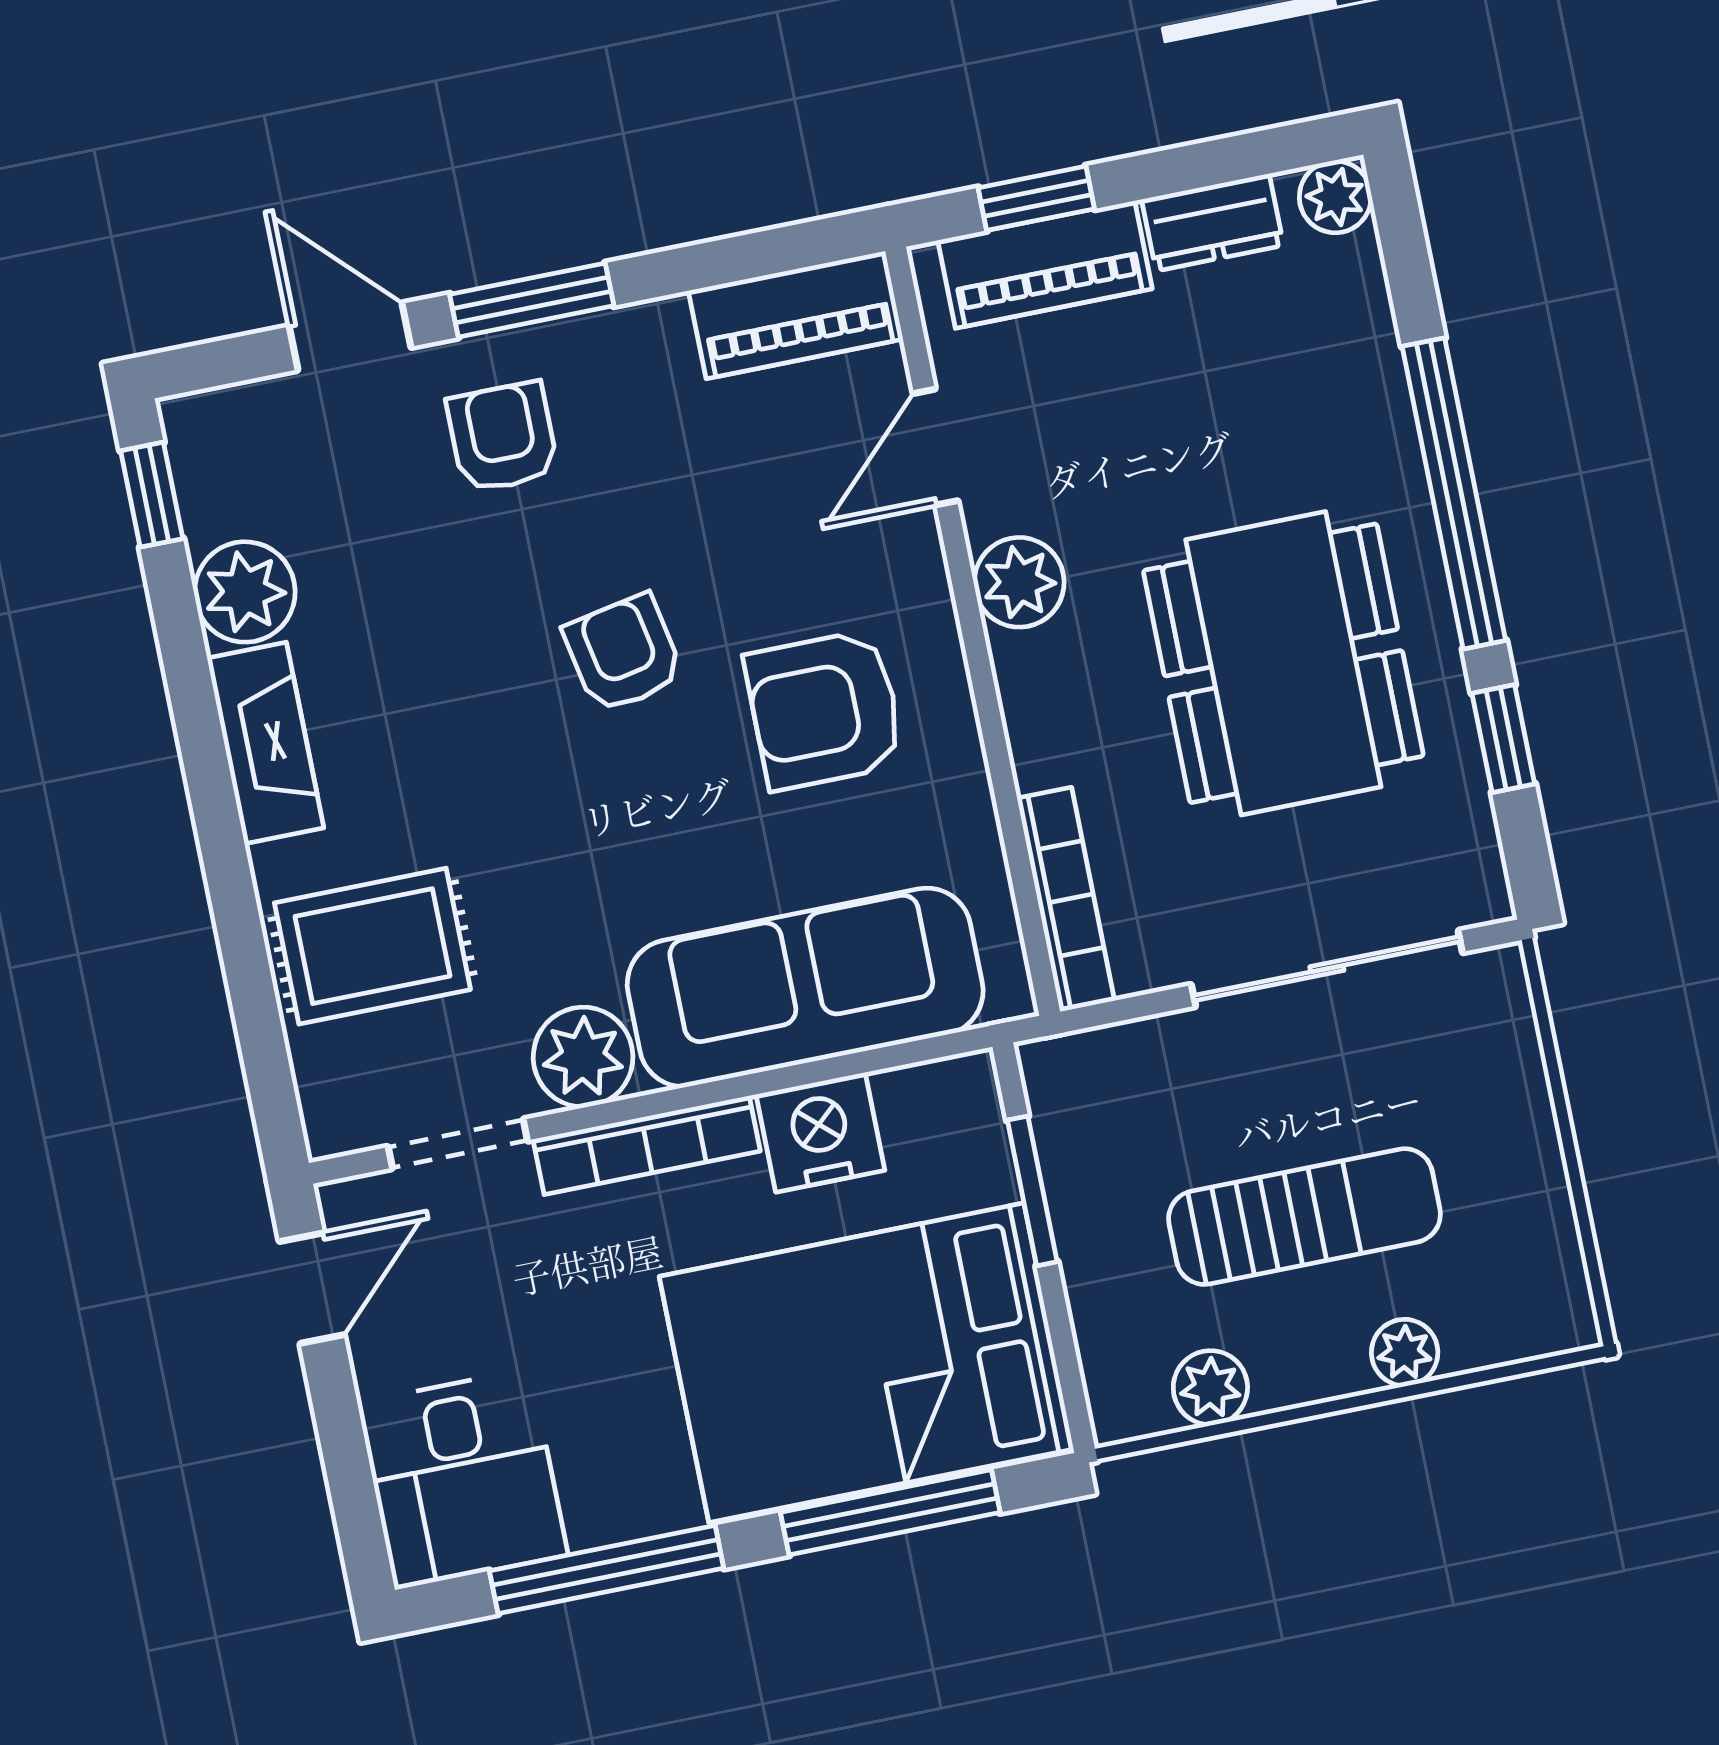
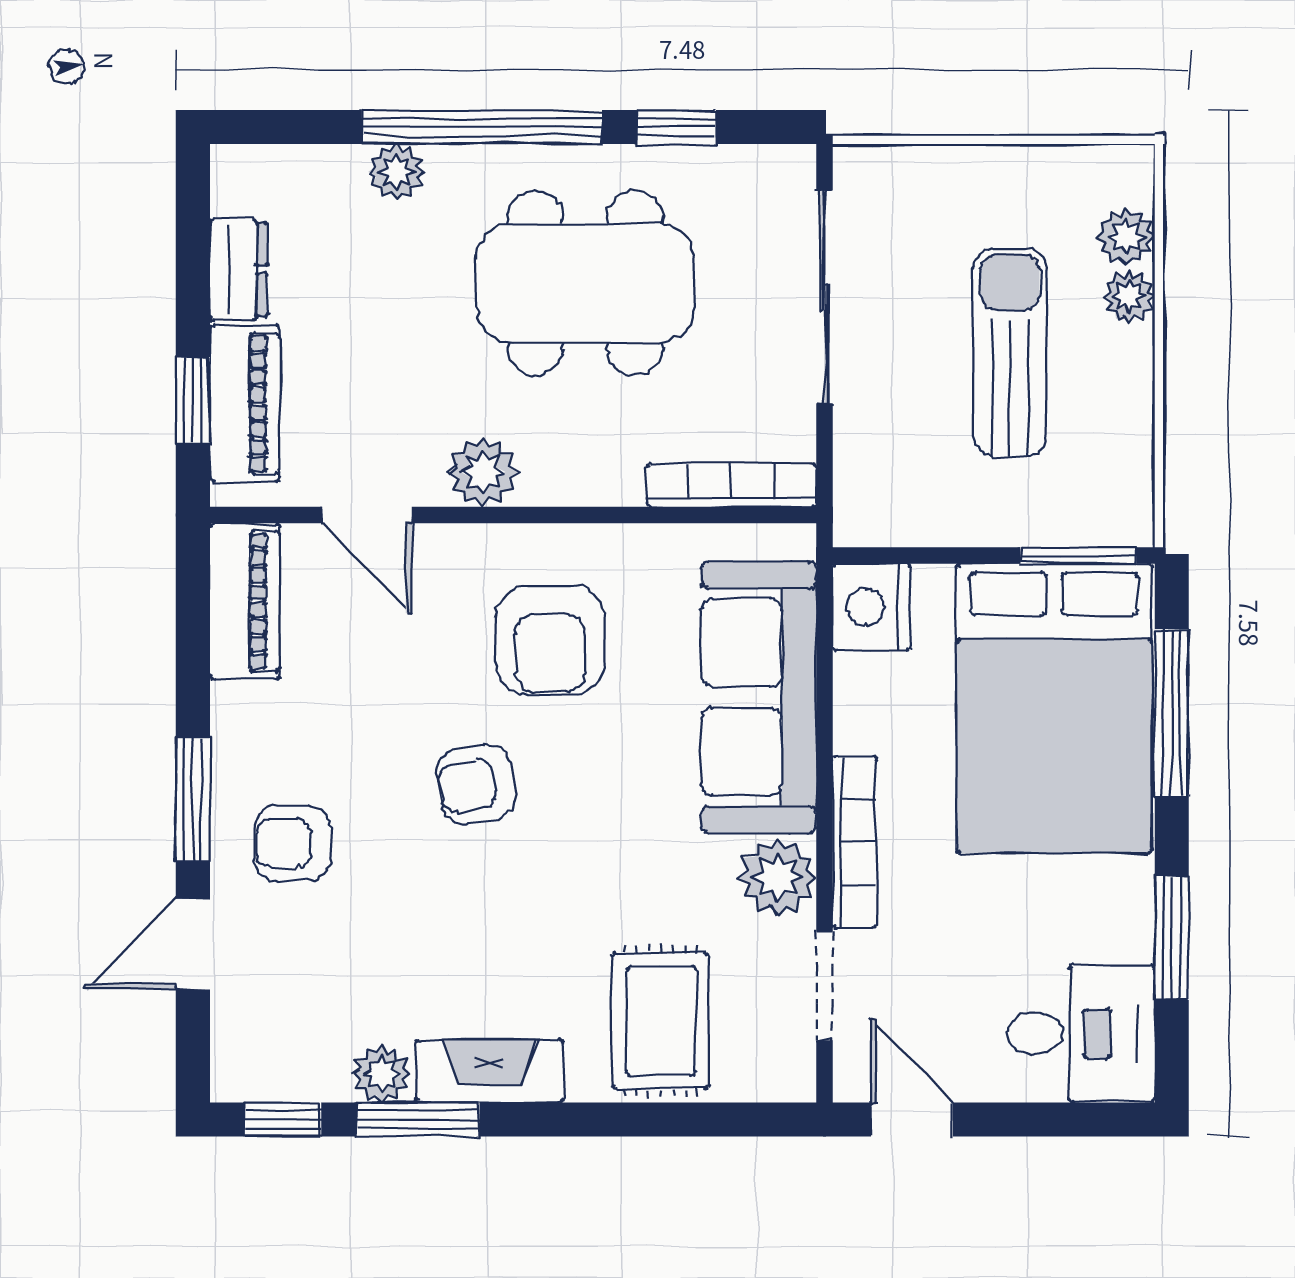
plant: (1335, 197) -> (396, 172), moved
plant: (245, 592) -> (382, 1074), width x0.73, depth x0.73
window: (186, 665) -> (418, 1119), added
nightstand: (820, 1132) -> (871, 607), moved
window: (1032, 1191) -> (1078, 556), moved
plant: (1210, 1388) -> (1126, 236), moved
window: (607, 1570) -> (1172, 938), width x0.69

